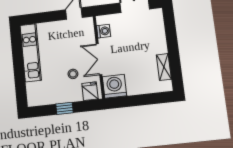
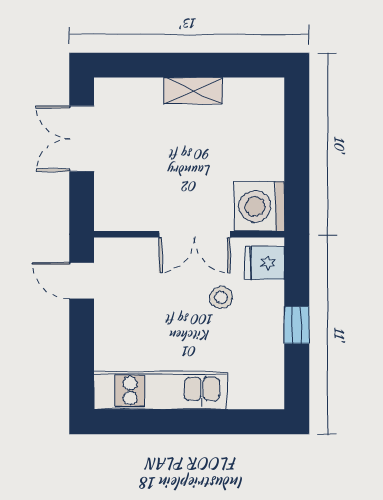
washing machine: (104, 31) -> (131, 217), removed
shelving: (164, 67) -> (193, 91), moved

